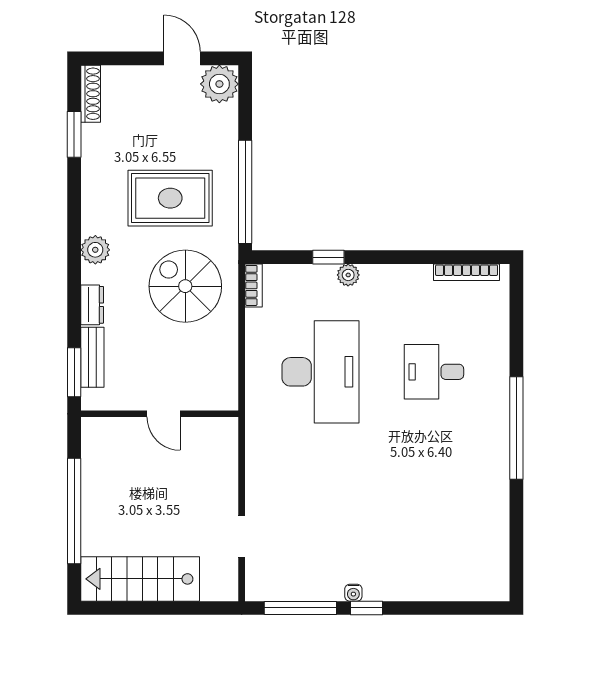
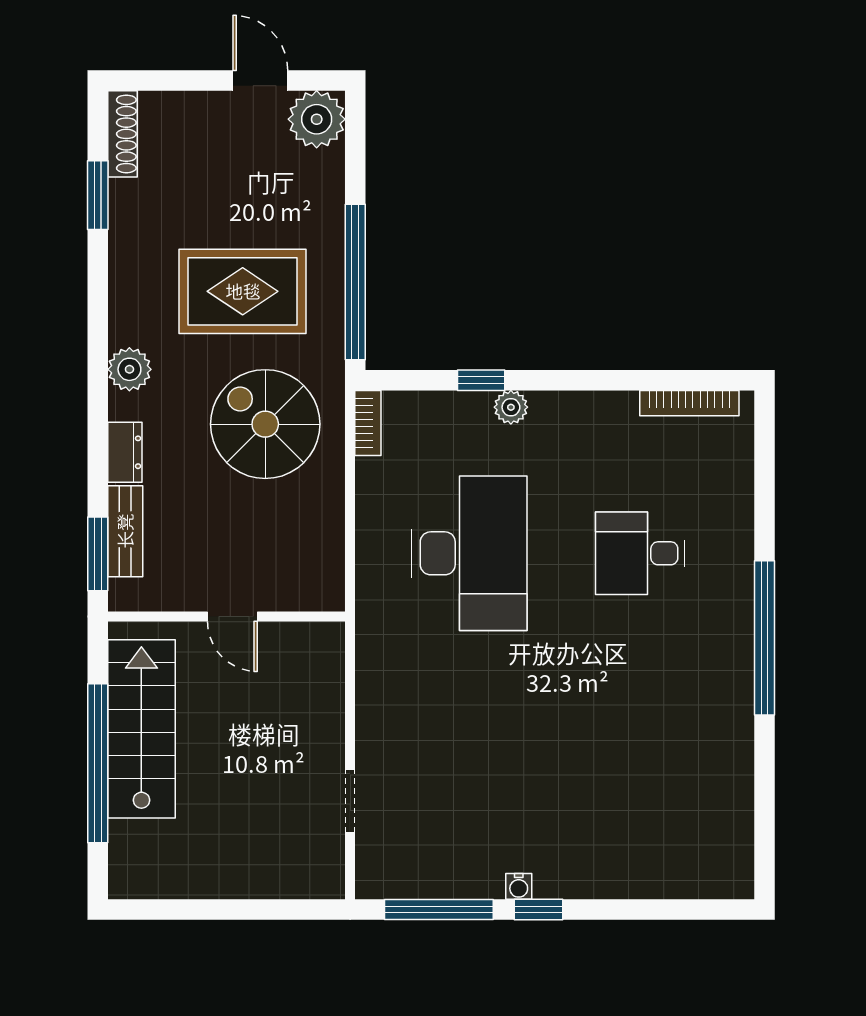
stairs: (140, 579) -> (141, 729), moved, turned 90

